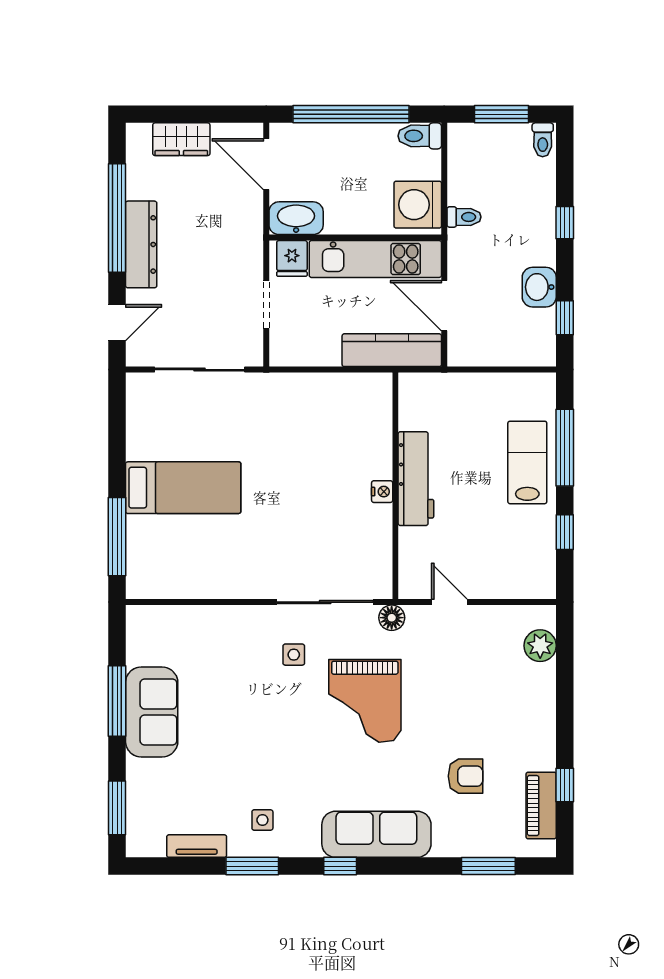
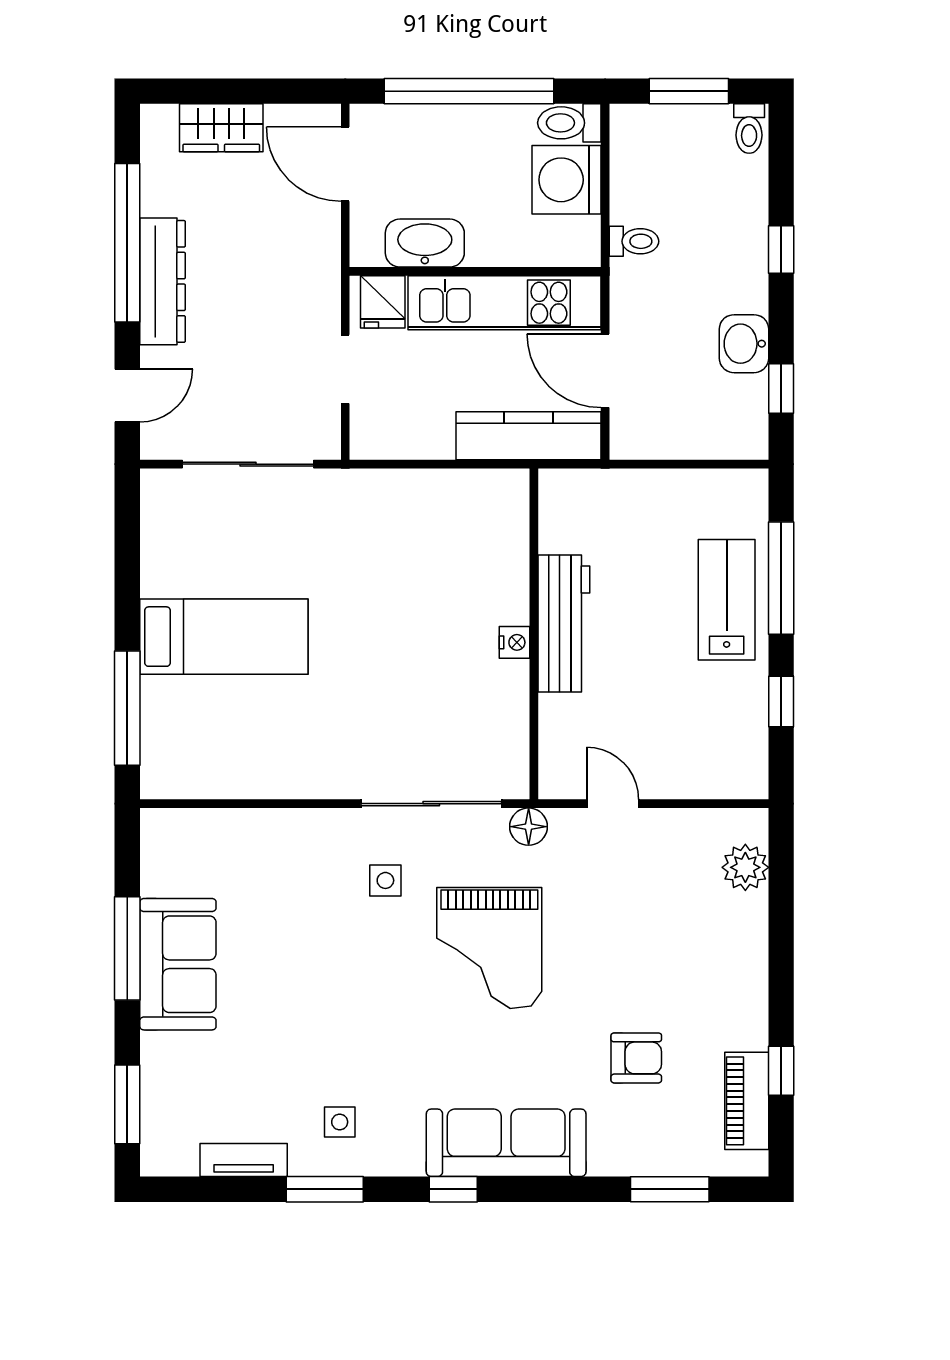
washing machine: (418, 205) -> (567, 180), moved
washbasin: (296, 218) -> (425, 243), moved

